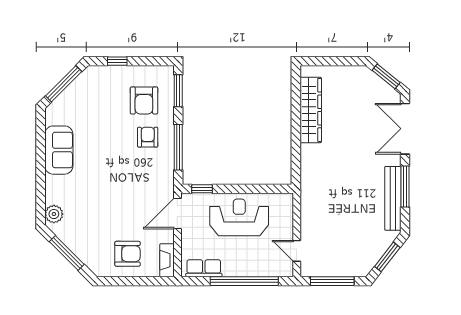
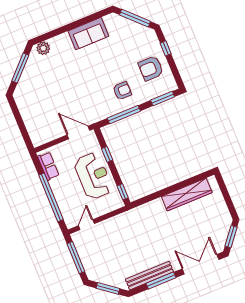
armchair: (144, 100) -> (151, 68), moved
window: (202, 189) -> (107, 154), moved
window: (274, 189) -> (123, 192), added
armchair: (127, 254) -> (37, 110), removed
fireplace: (167, 260) -> (43, 139), removed

